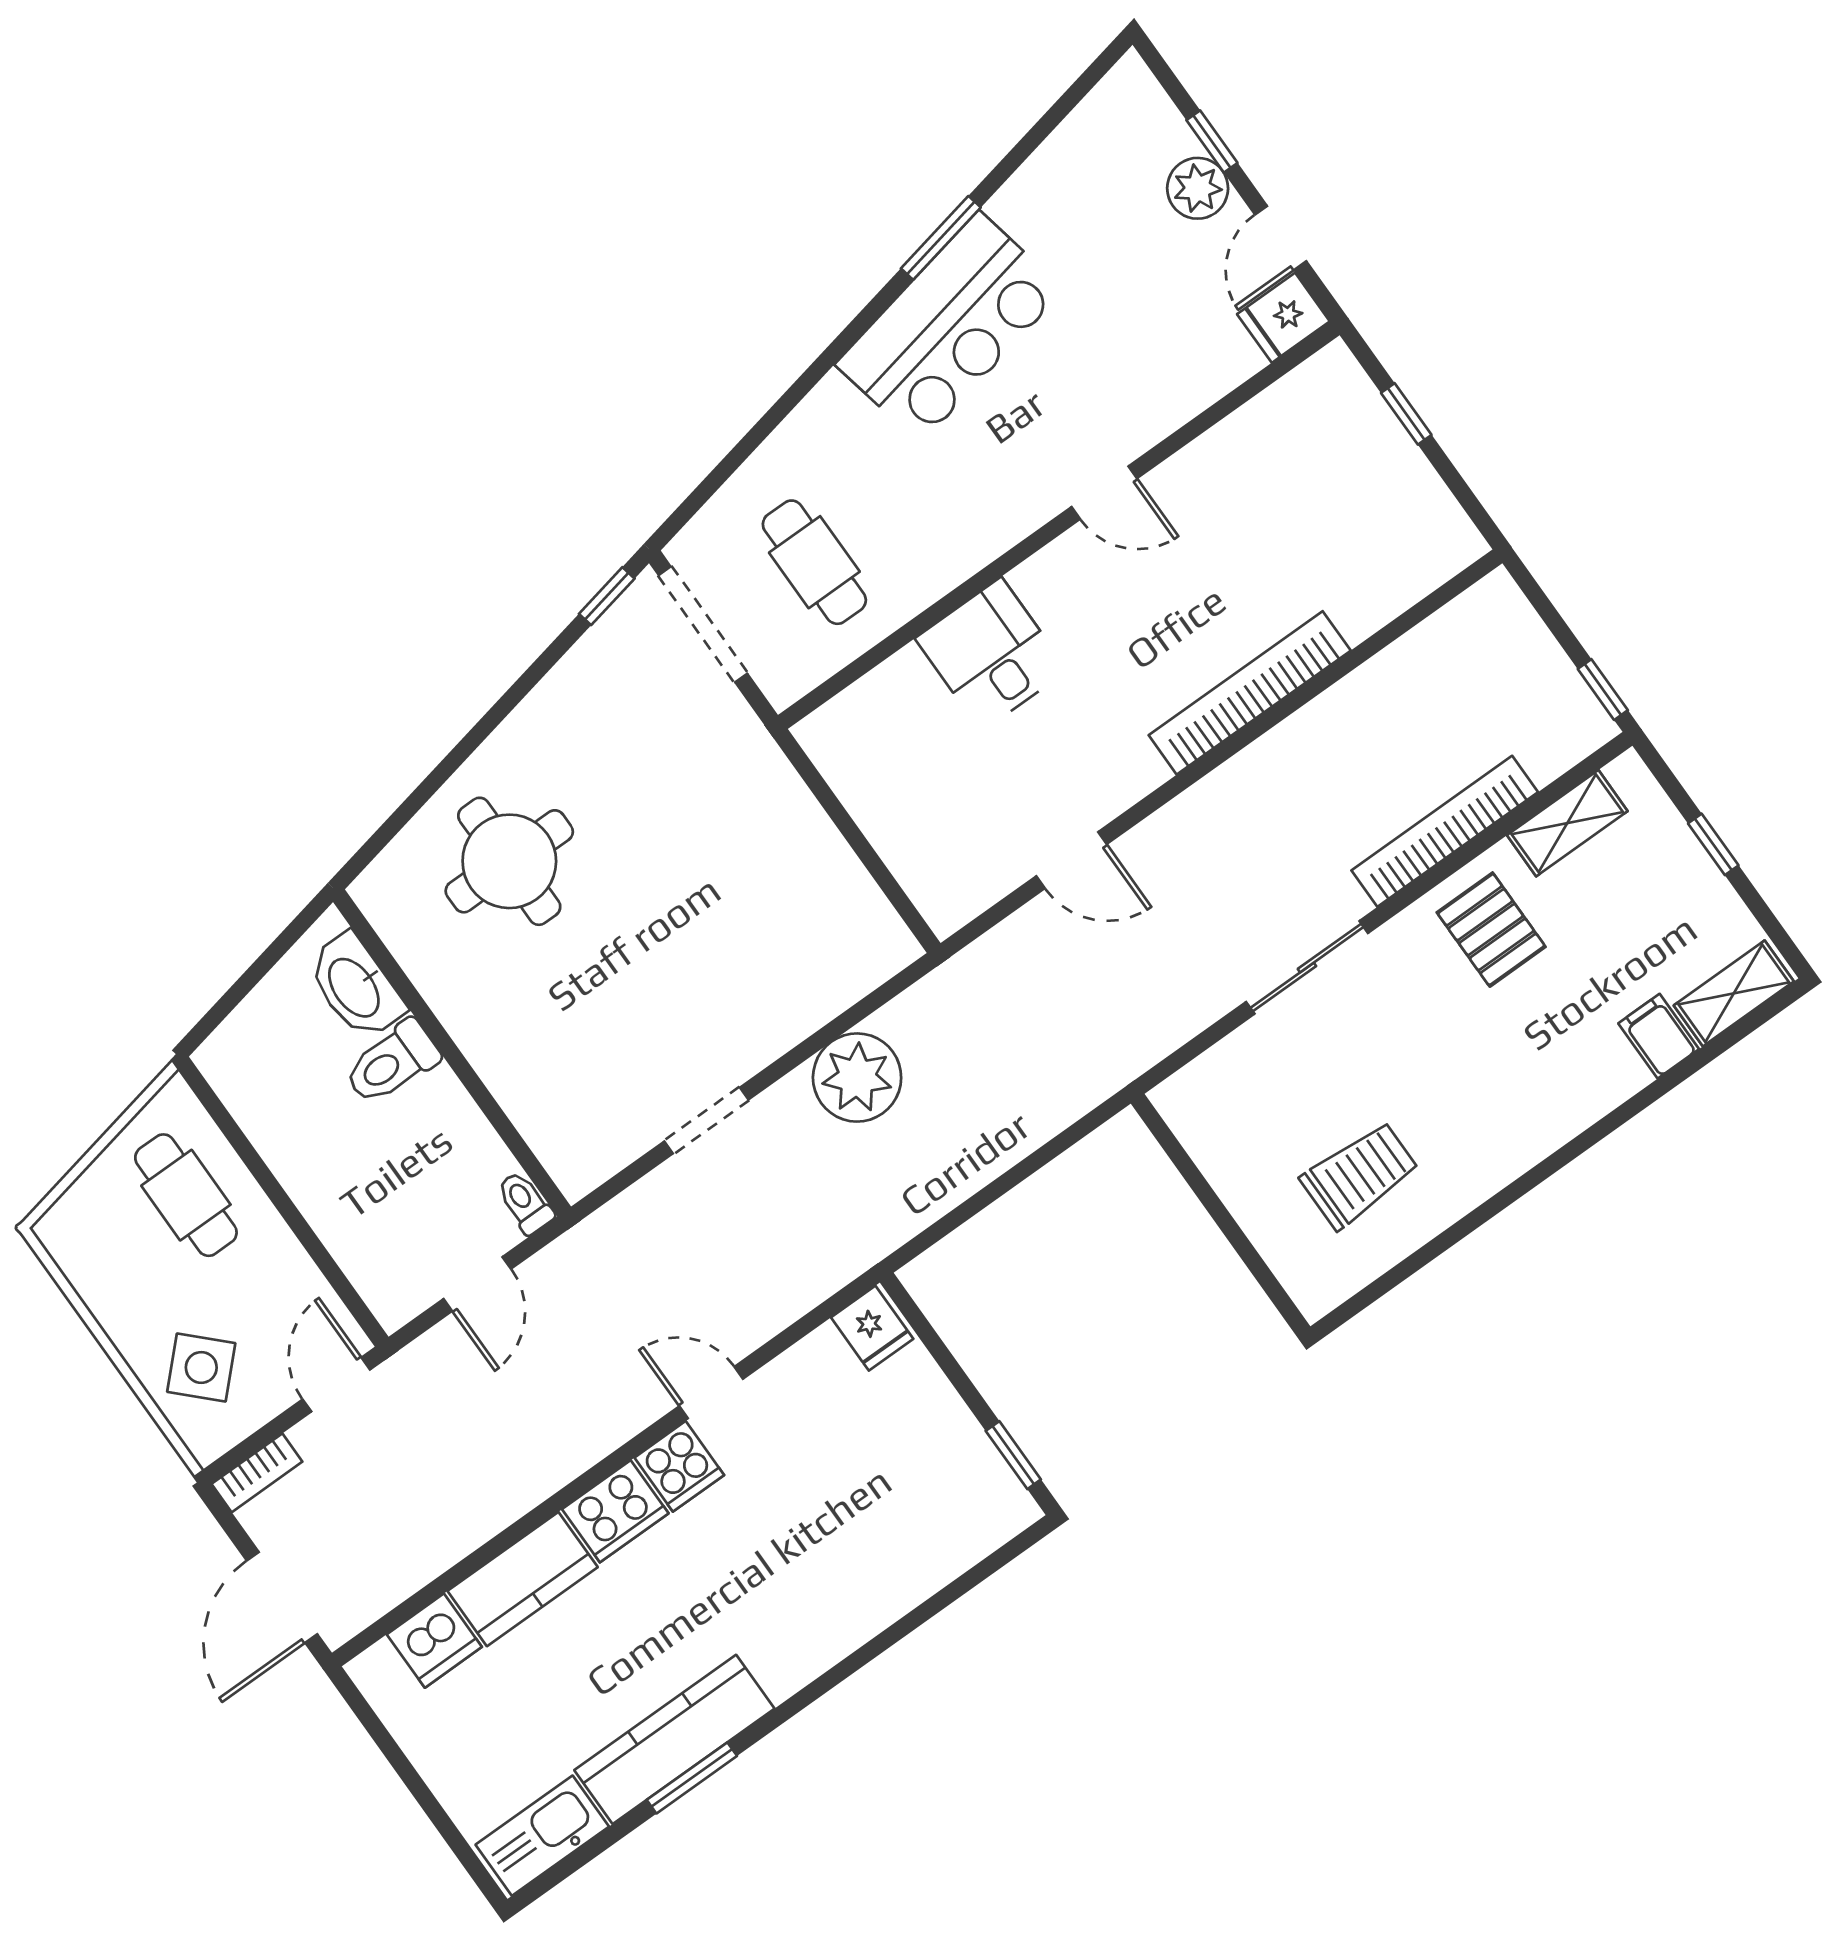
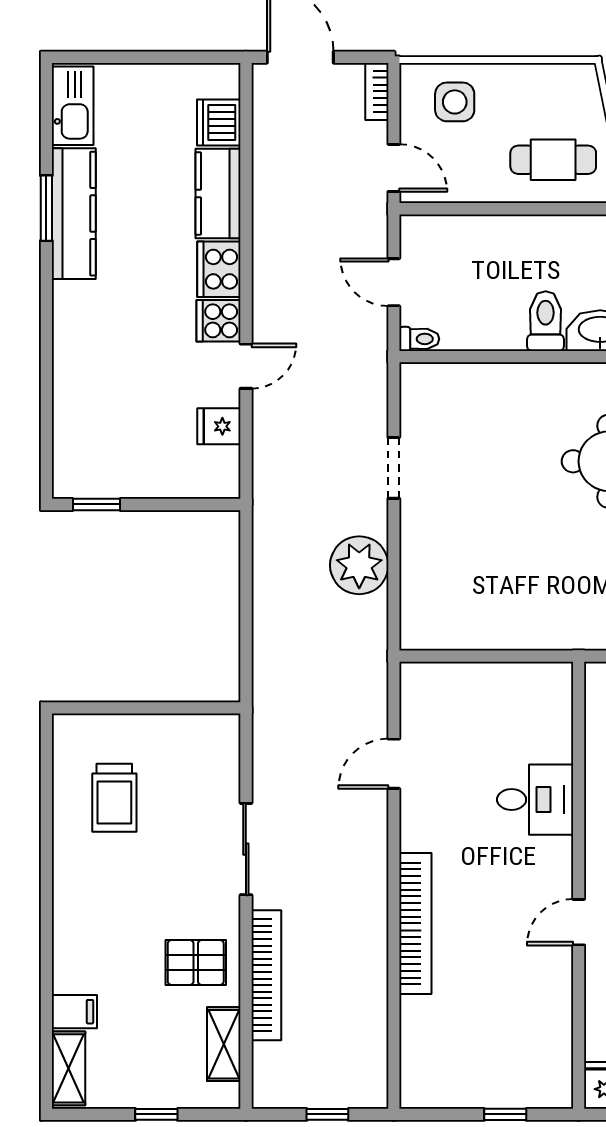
window: (1603, 690) -> (327, 1114), moved
fridge: (872, 1328) -> (219, 426), moved
side table: (201, 1367) -> (455, 102), turned 45

